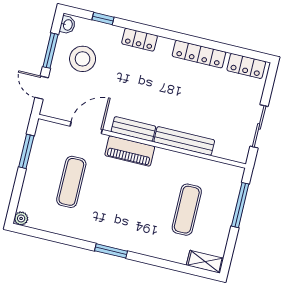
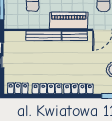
locker: (140, 40) -> (78, 89), width x1.53
piano: (130, 151) -> (69, 20), width x1.37, depth x1.33

